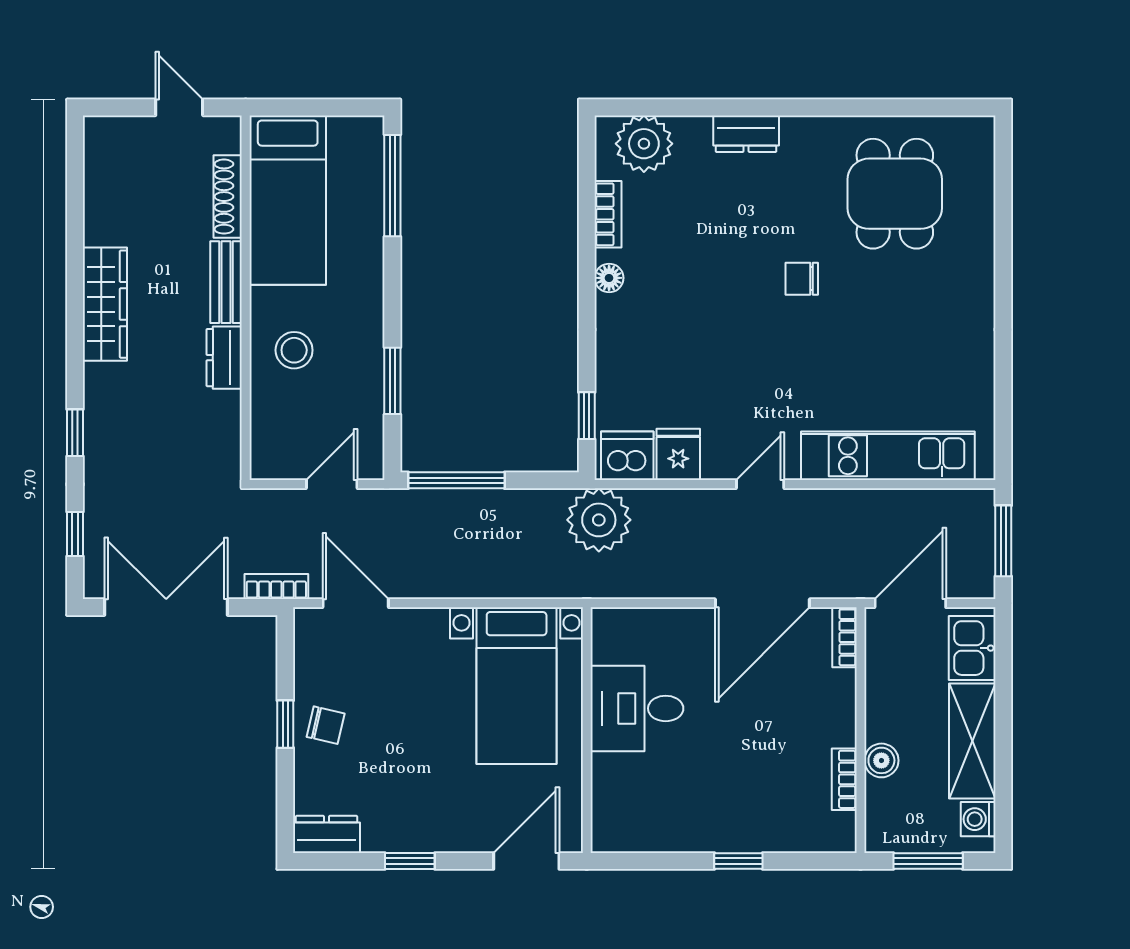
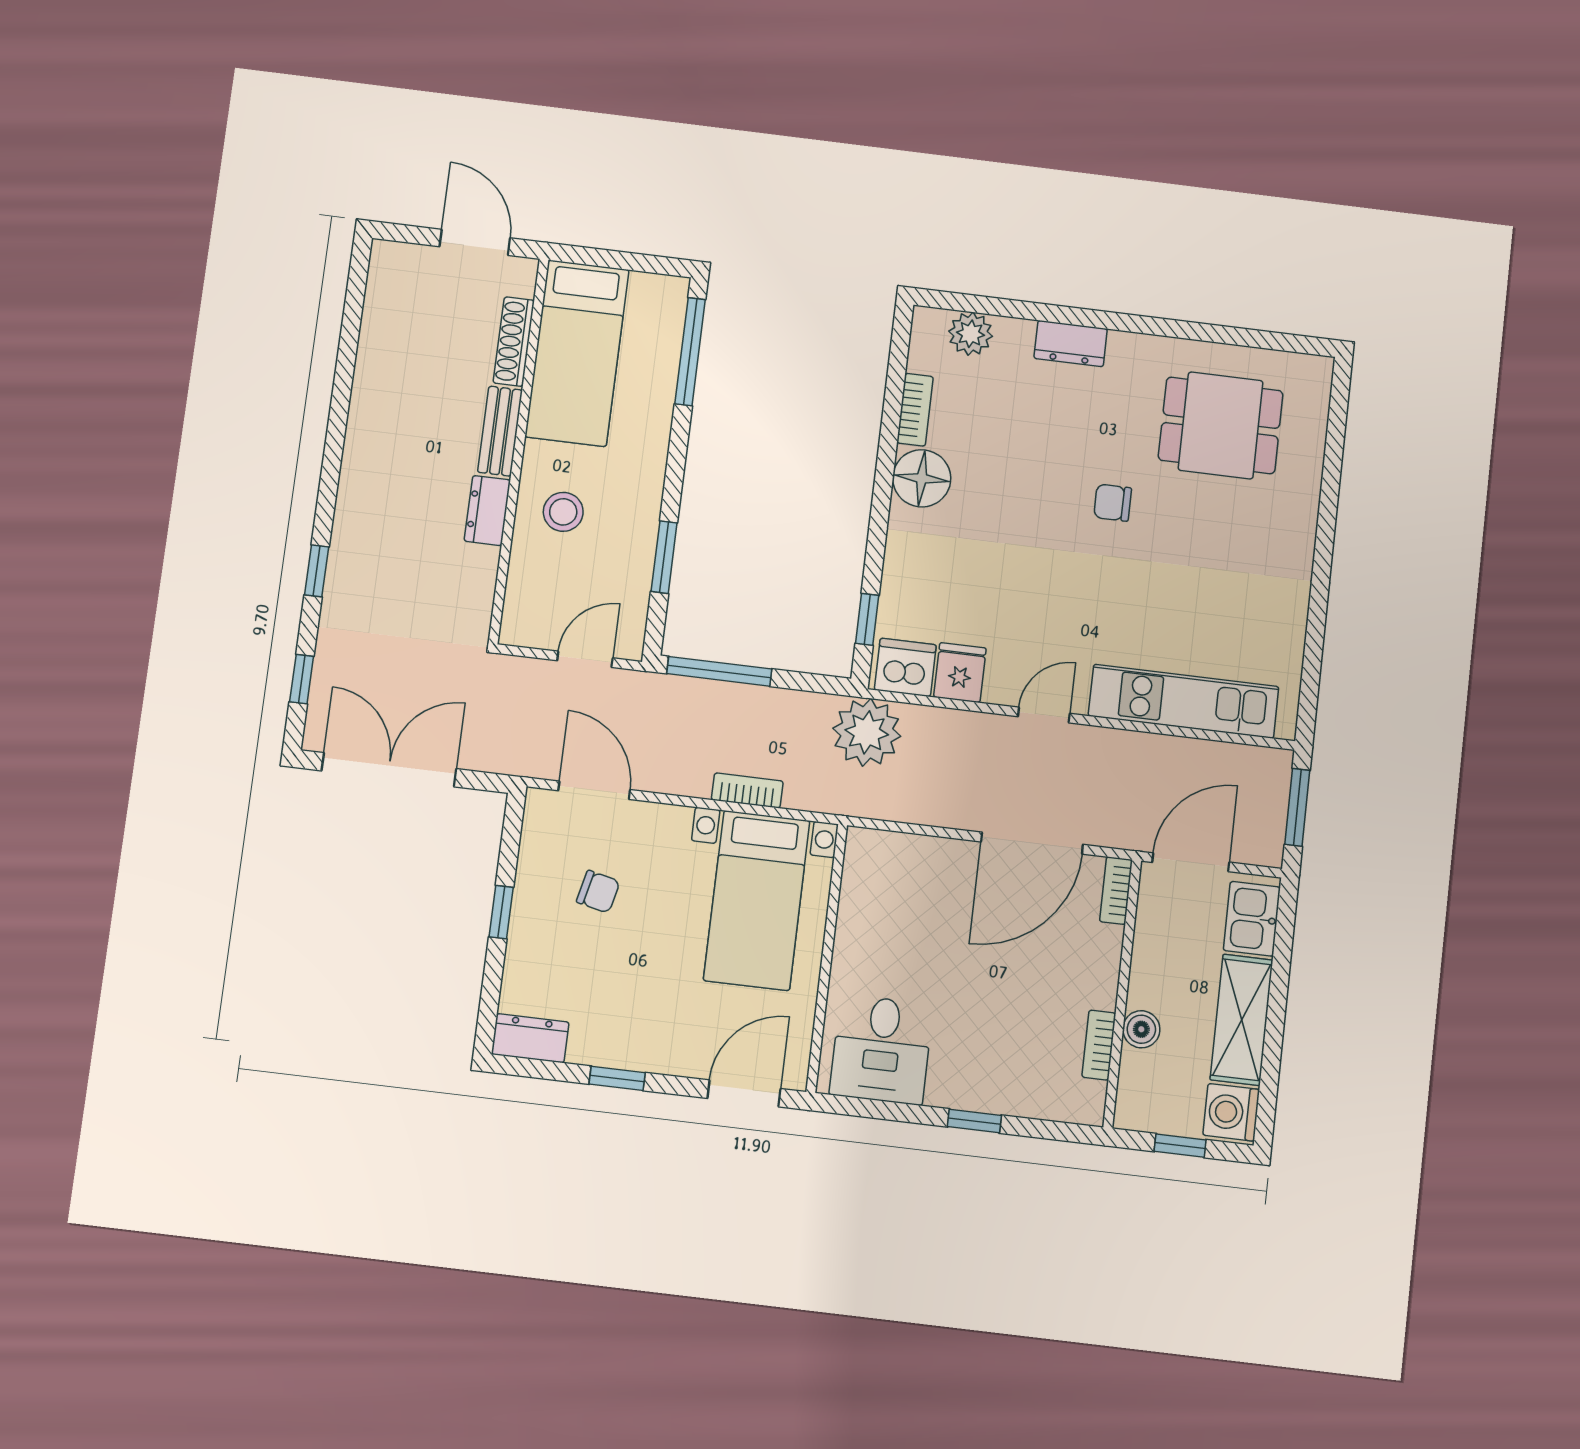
door: (179, 107) -> (475, 242), width x1.38
plant: (644, 144) -> (971, 334), width x0.73, depth x0.73
dining table: (895, 194) -> (1221, 425), turned 90
floor lamp: (609, 278) -> (922, 478), width x1.89, depth x1.89
wardrobe: (105, 304) -> (368, 438), removed
bookcase: (276, 587) -> (747, 790), moved
desk: (637, 708) -> (881, 1050), moved, turned -90
chair: (326, 725) -> (598, 892), moved
washing machine: (978, 819) -> (1231, 1112), width x1.38, depth x1.38
window: (928, 861) -> (1180, 1146), width x0.67

